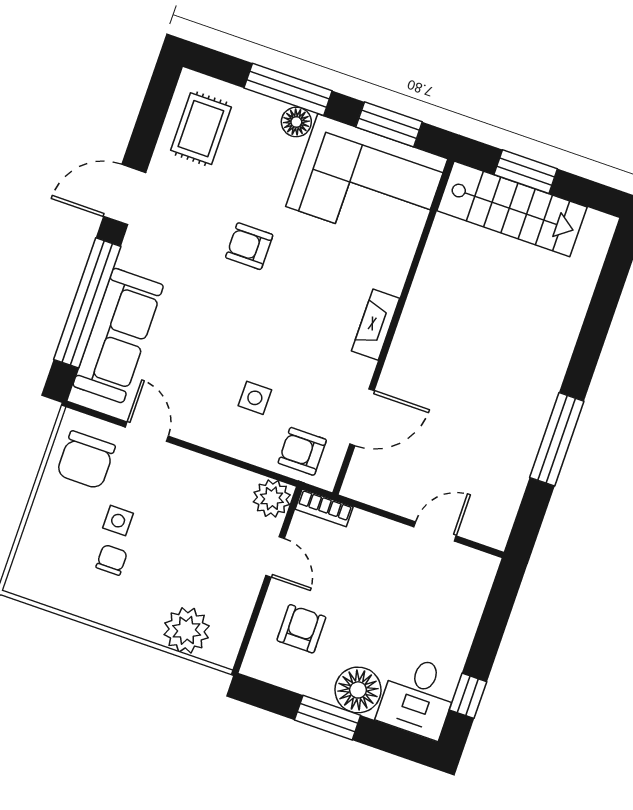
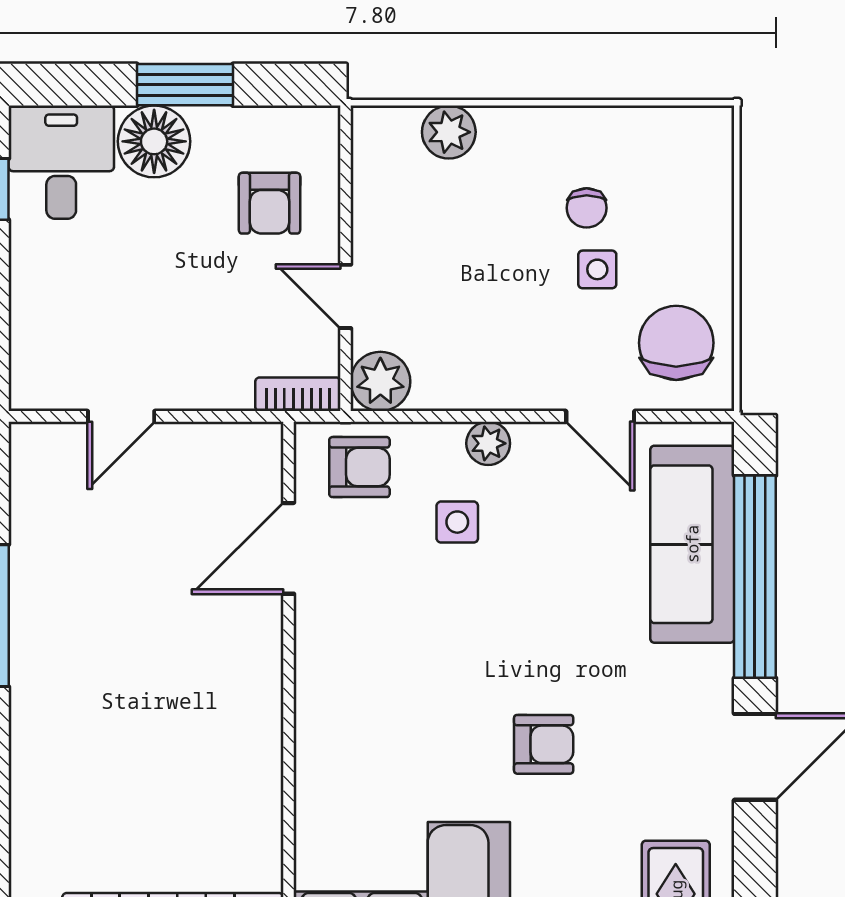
fireplace: (376, 325) -> (316, 693), removed
plant: (220, 439) -> (488, 443), added
plant: (187, 630) -> (449, 132), width x0.73, depth x0.73

